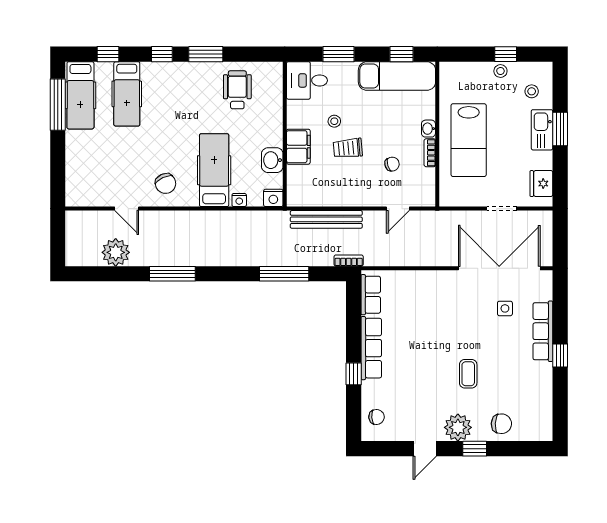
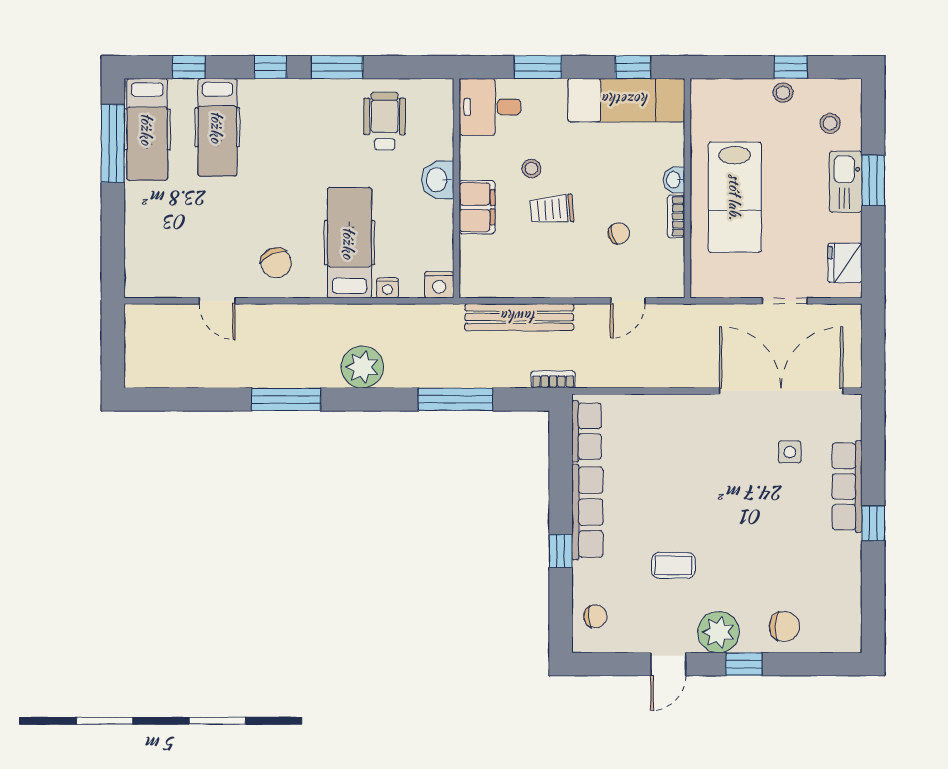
washbasin: (272, 160) -> (438, 180), moved
plant: (116, 252) -> (362, 367), moved
coffee table: (468, 374) -> (673, 565), moved, turned 90

